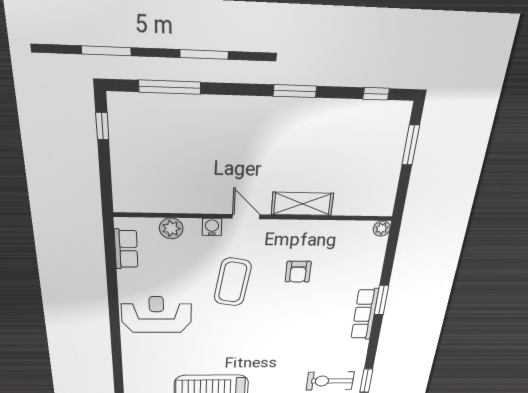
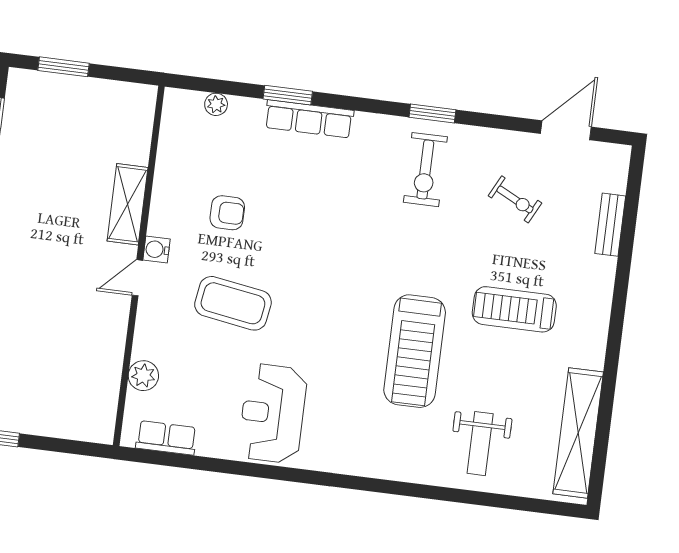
water cooler: (212, 227) -> (156, 249), moved
plant: (382, 229) -> (216, 104), moved

